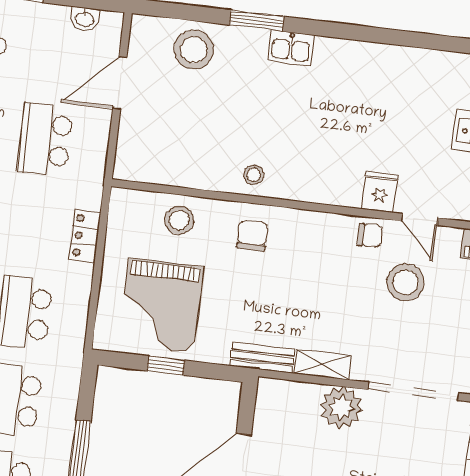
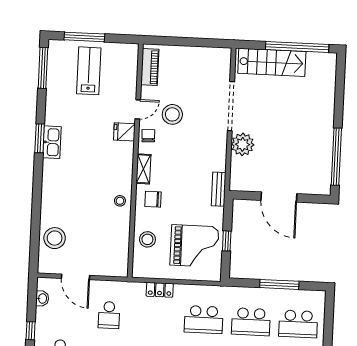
window: (257, 21) -> (40, 138), moved
kitchen sink: (291, 48) -> (52, 142), moved, width x1.38
school desk: (45, 139) -> (109, 315), width x0.54
shelving: (323, 365) -> (143, 169), moved

